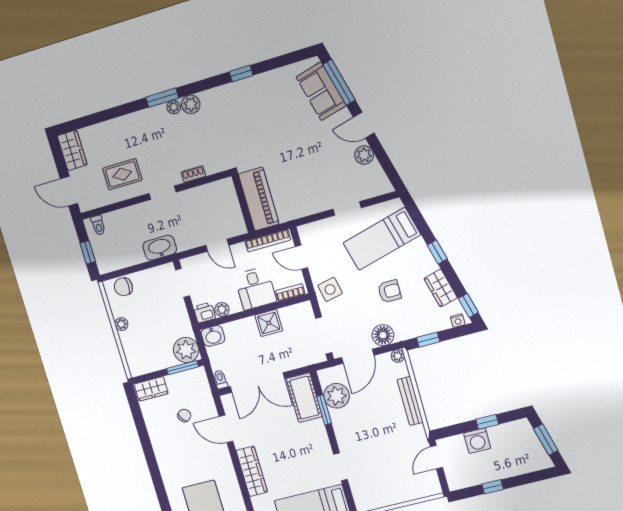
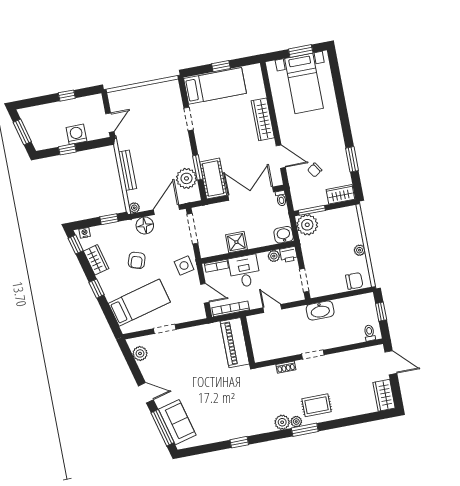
plant: (364, 155) -> (140, 353), moved
rug: (122, 174) -> (316, 405), moved
armchair: (389, 291) -> (137, 260), turned -72
window: (142, 431) -> (352, 159), added

